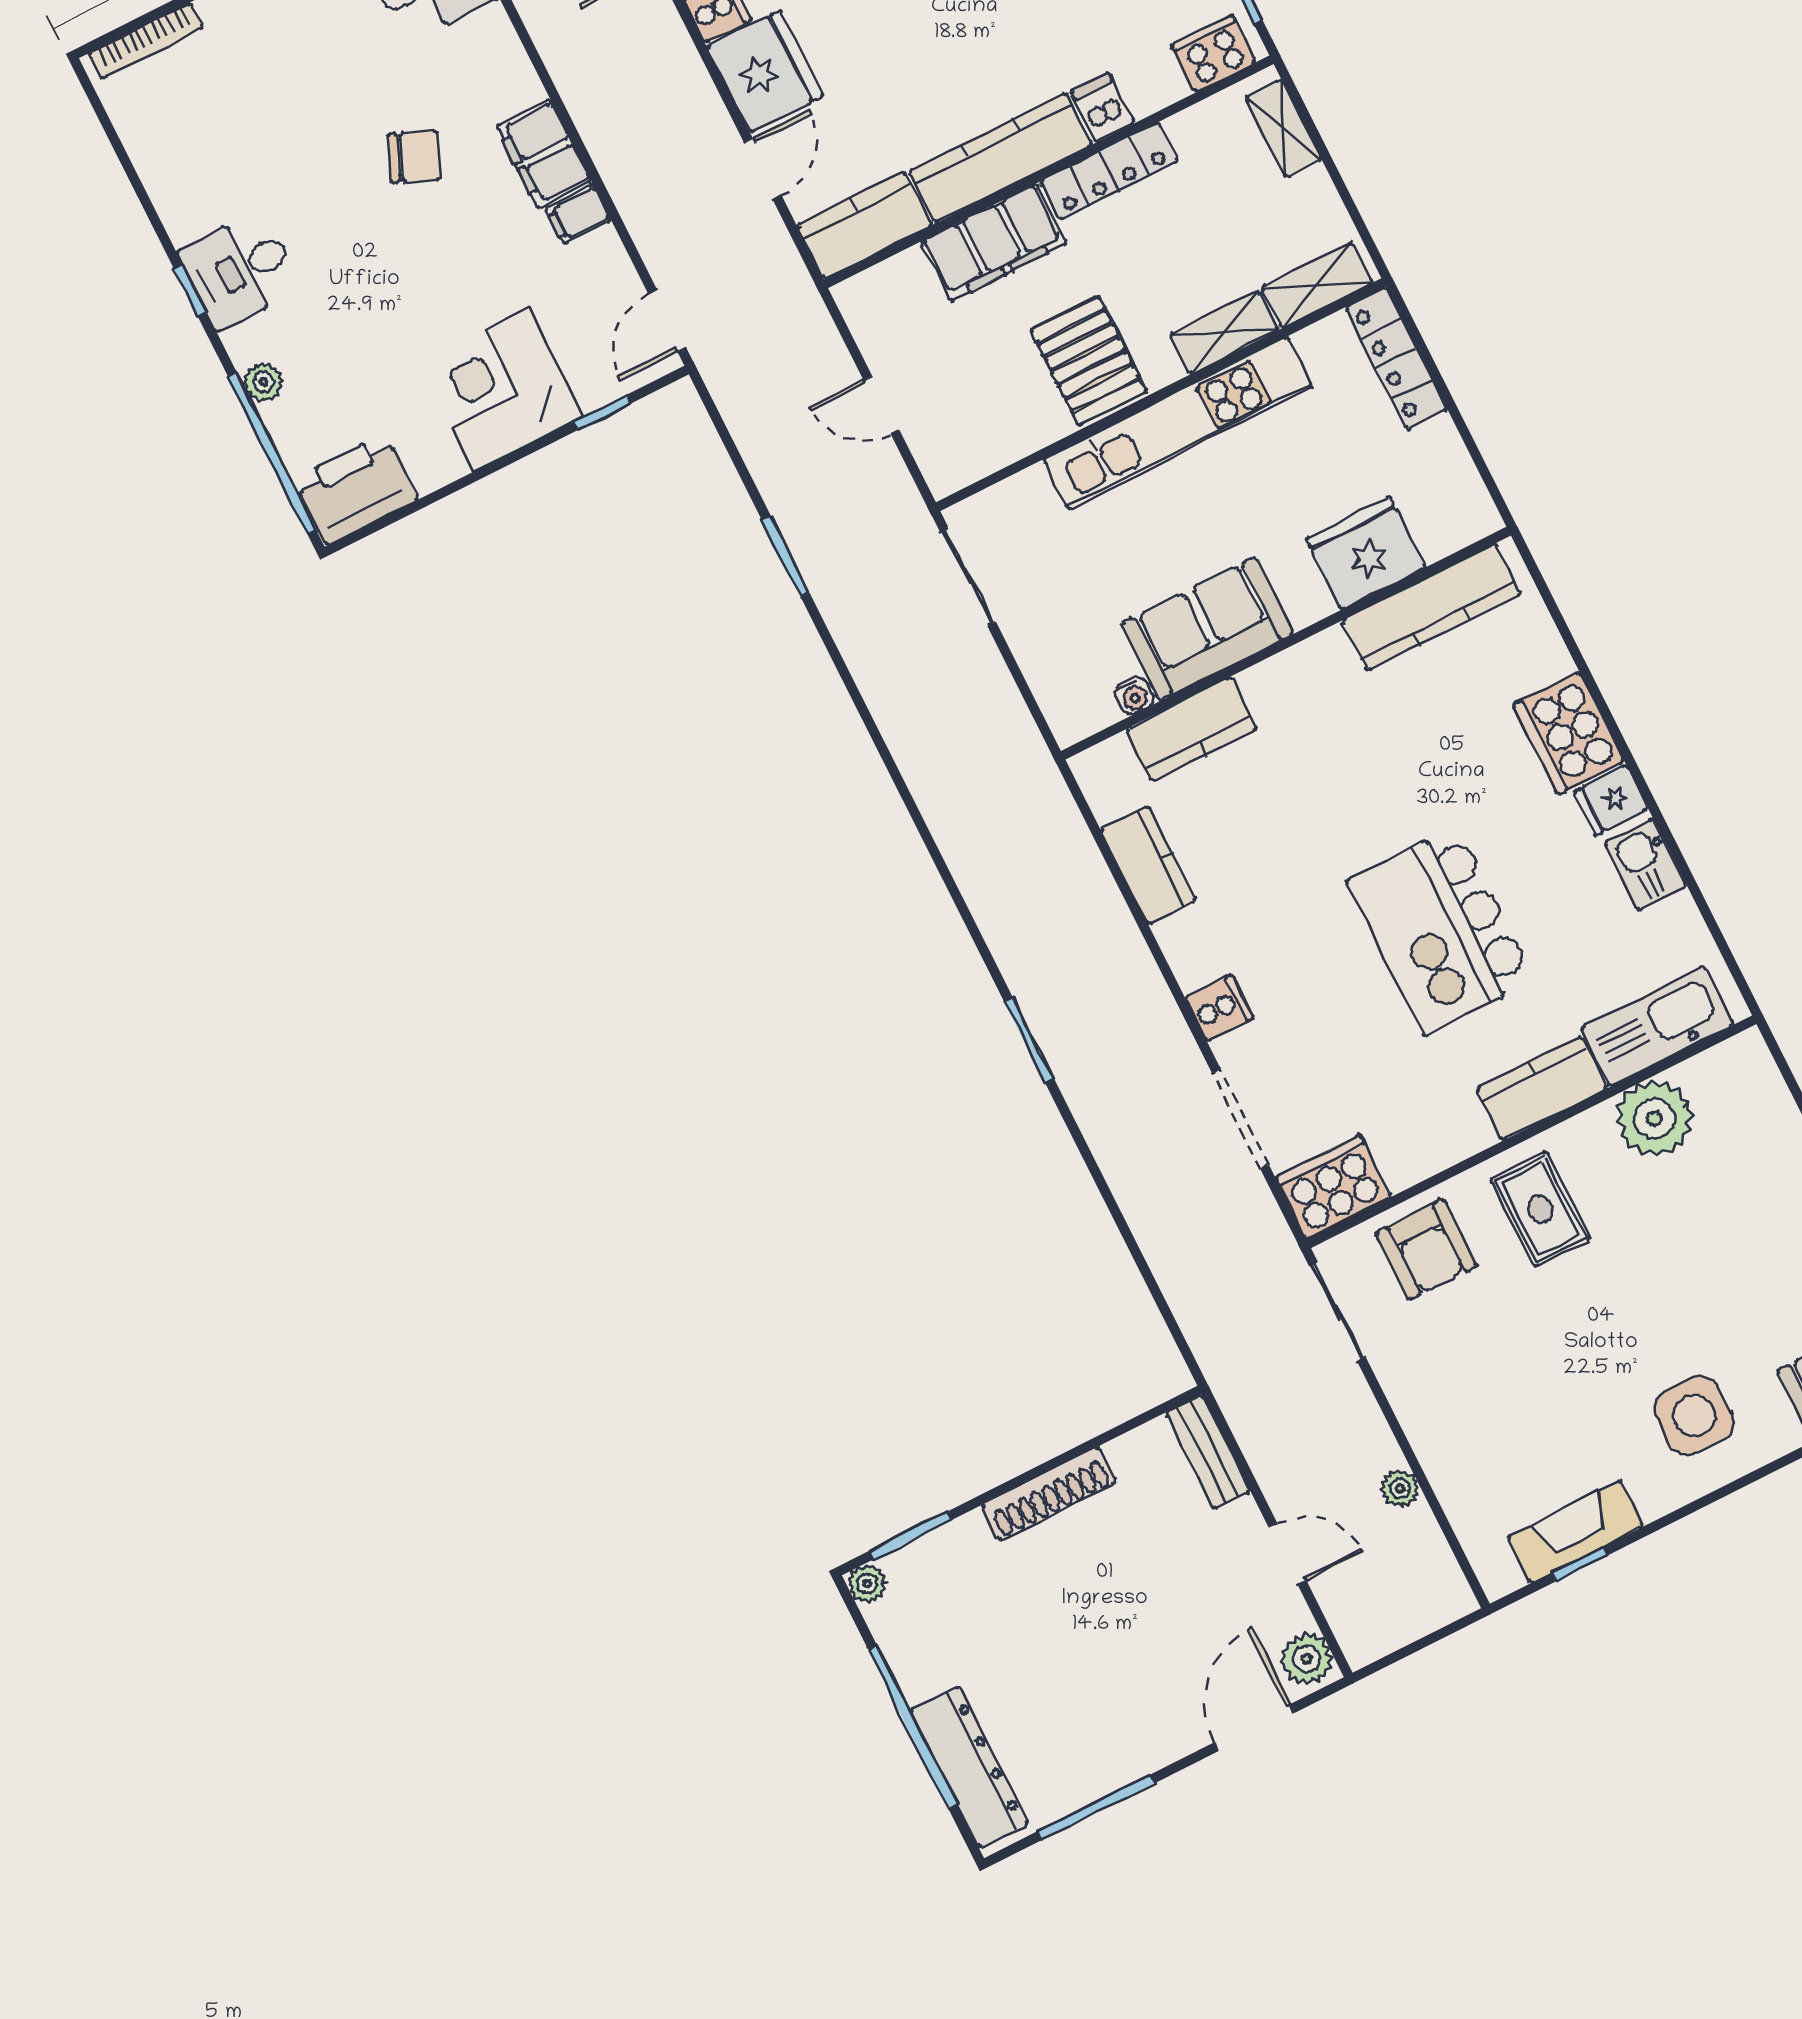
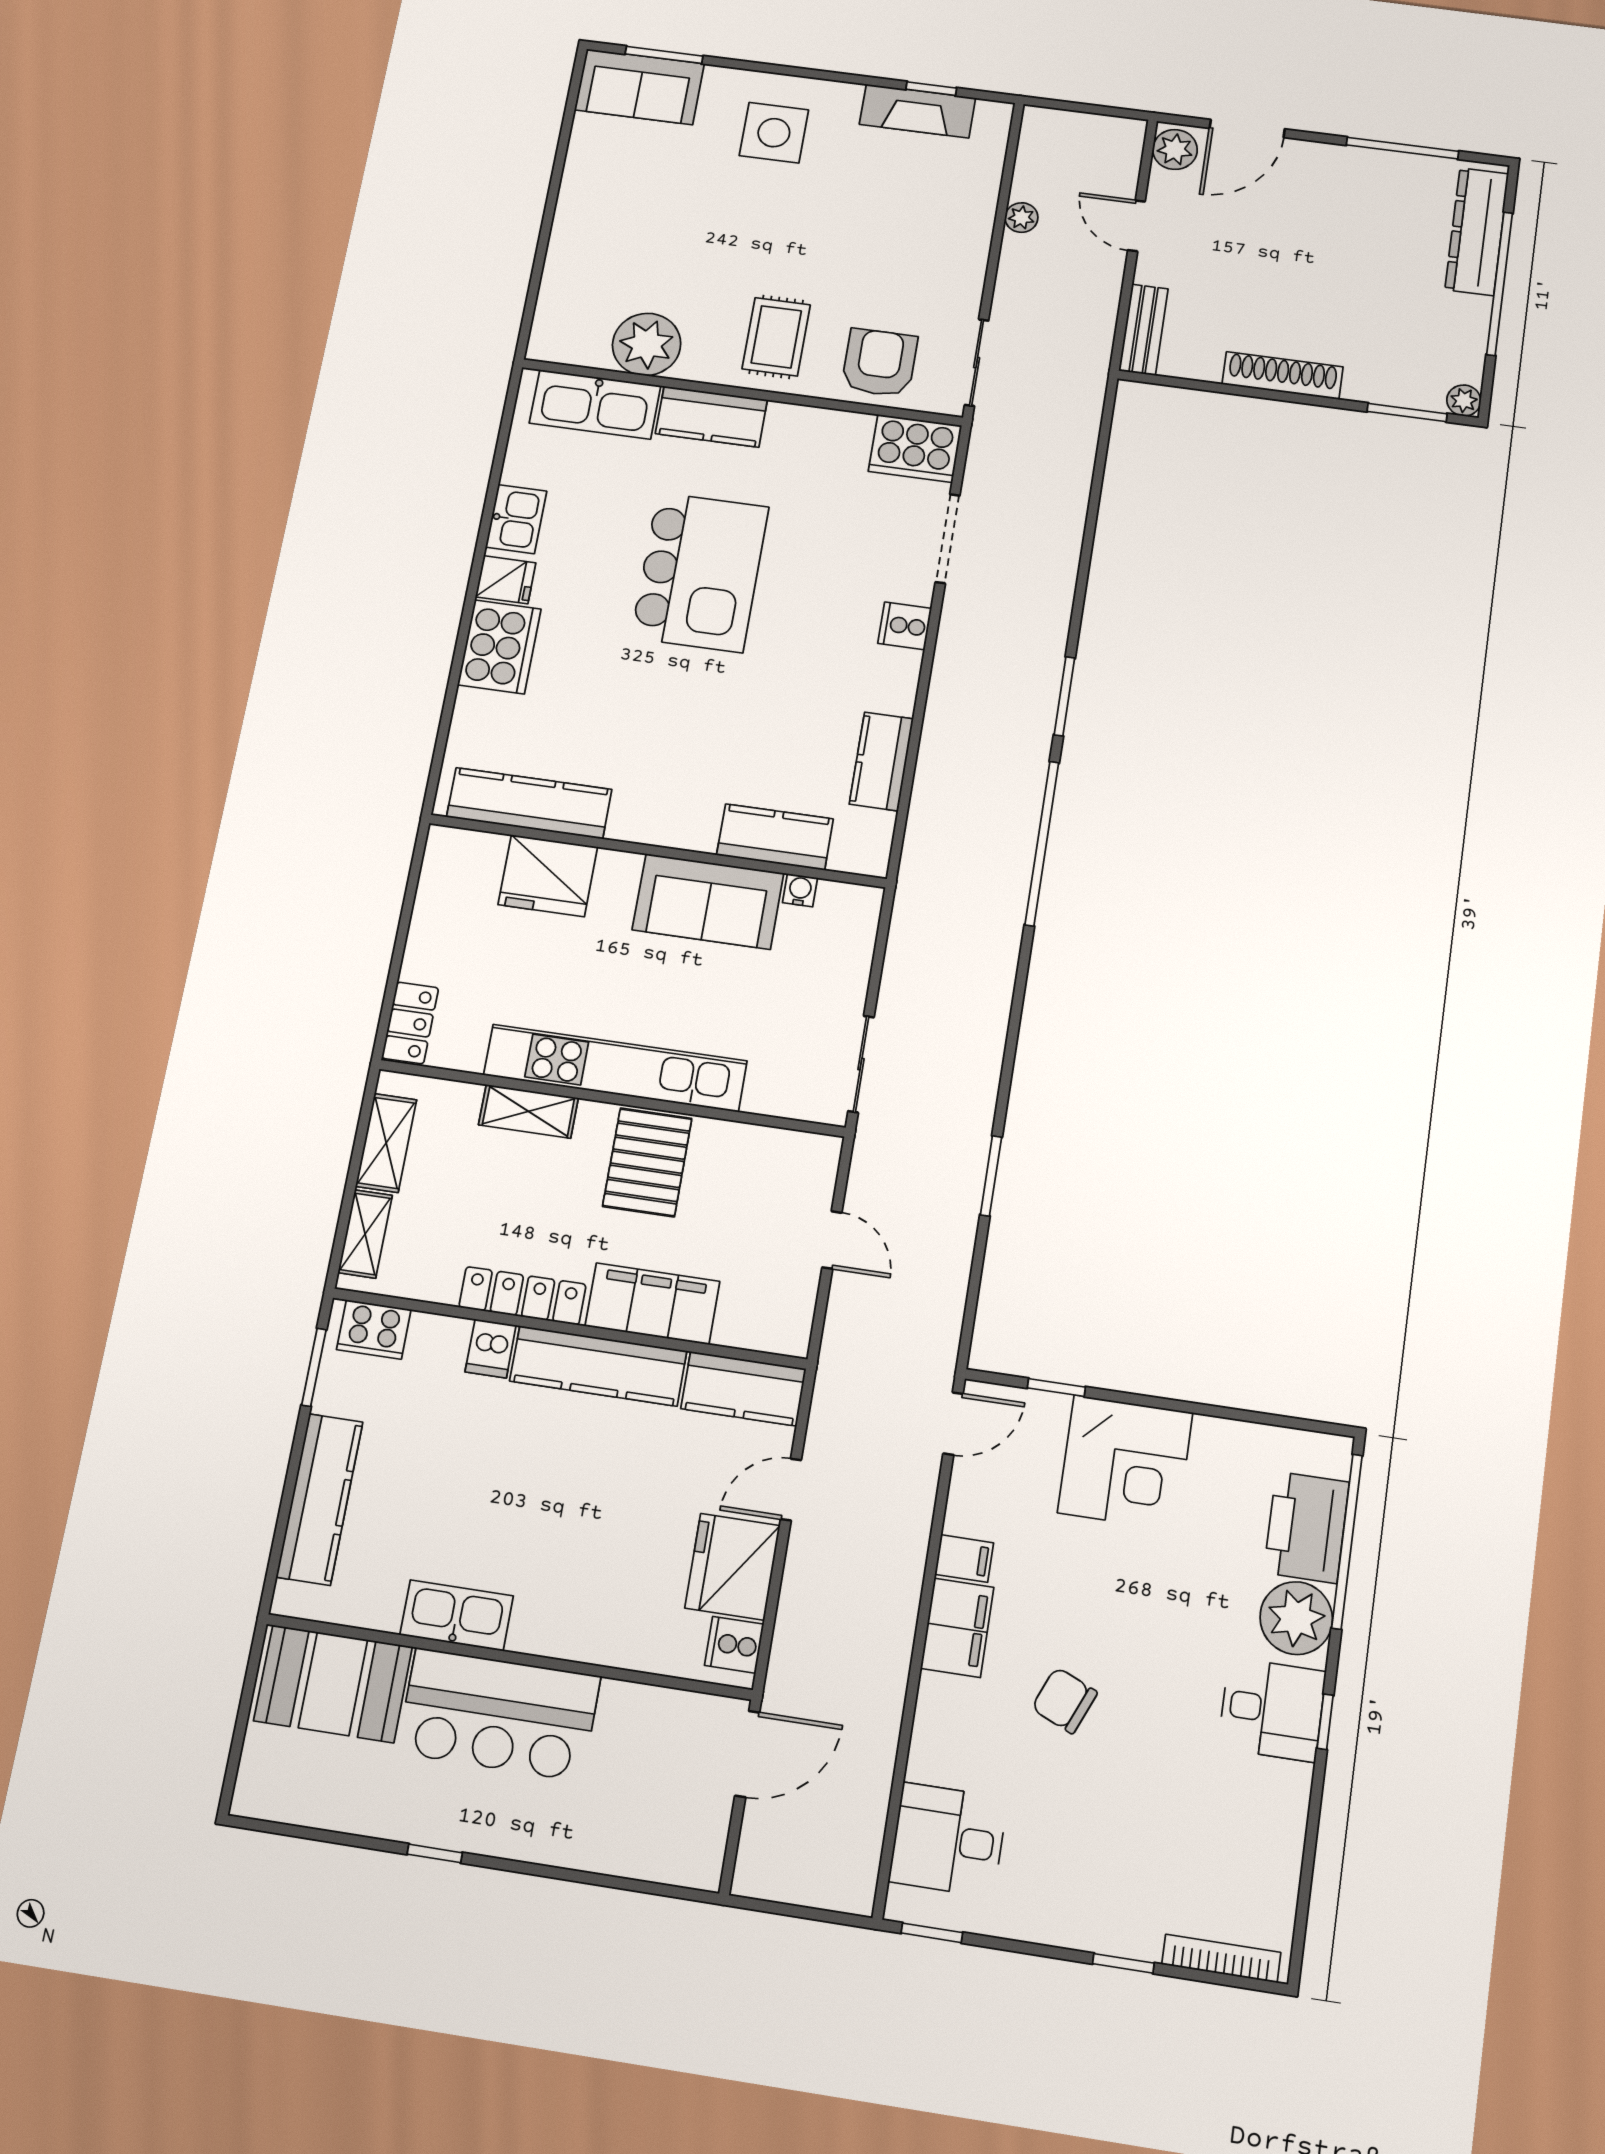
shelving: (1317, 285) -> (386, 1143), moved, turned 90
locker: (1396, 358) -> (410, 1023), width x0.66
plant: (263, 382) -> (1296, 1618), width x1.87, depth x1.87
printer: (356, 489) -> (1306, 1527), moved, turned 90
window: (953, 888) -> (1042, 843), added

